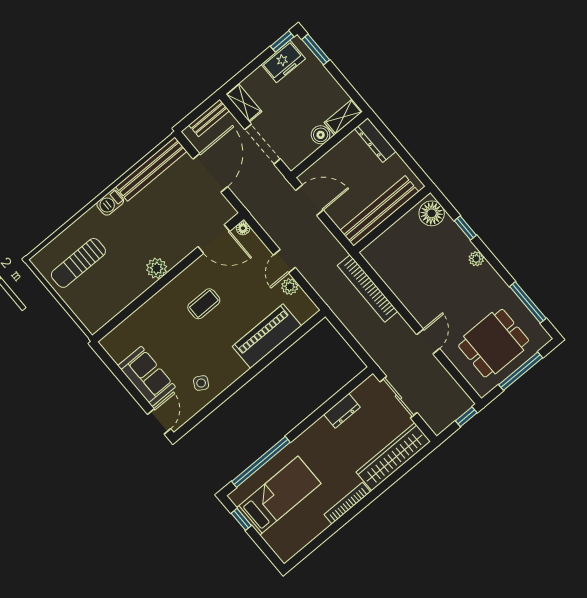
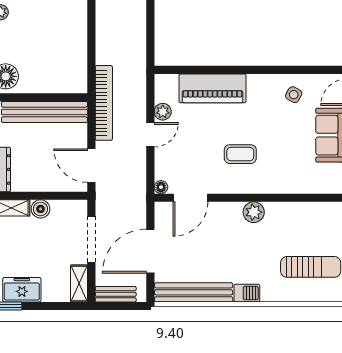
door: (214, 239) -> (190, 198), swing flipped
bookcase: (368, 288) -> (104, 103), moved

